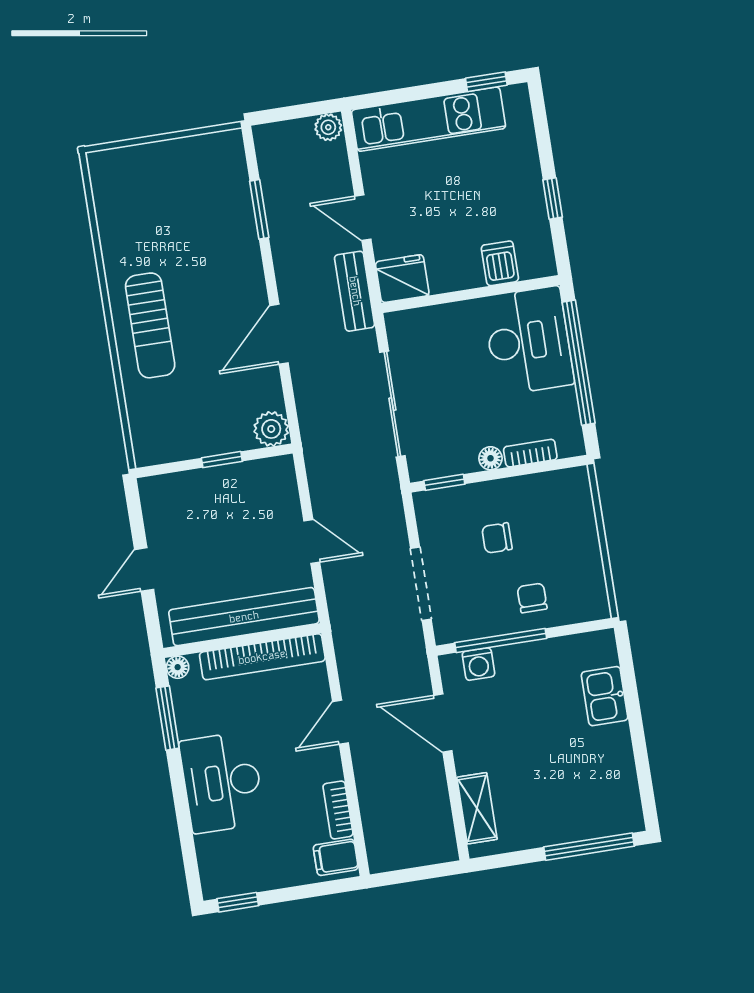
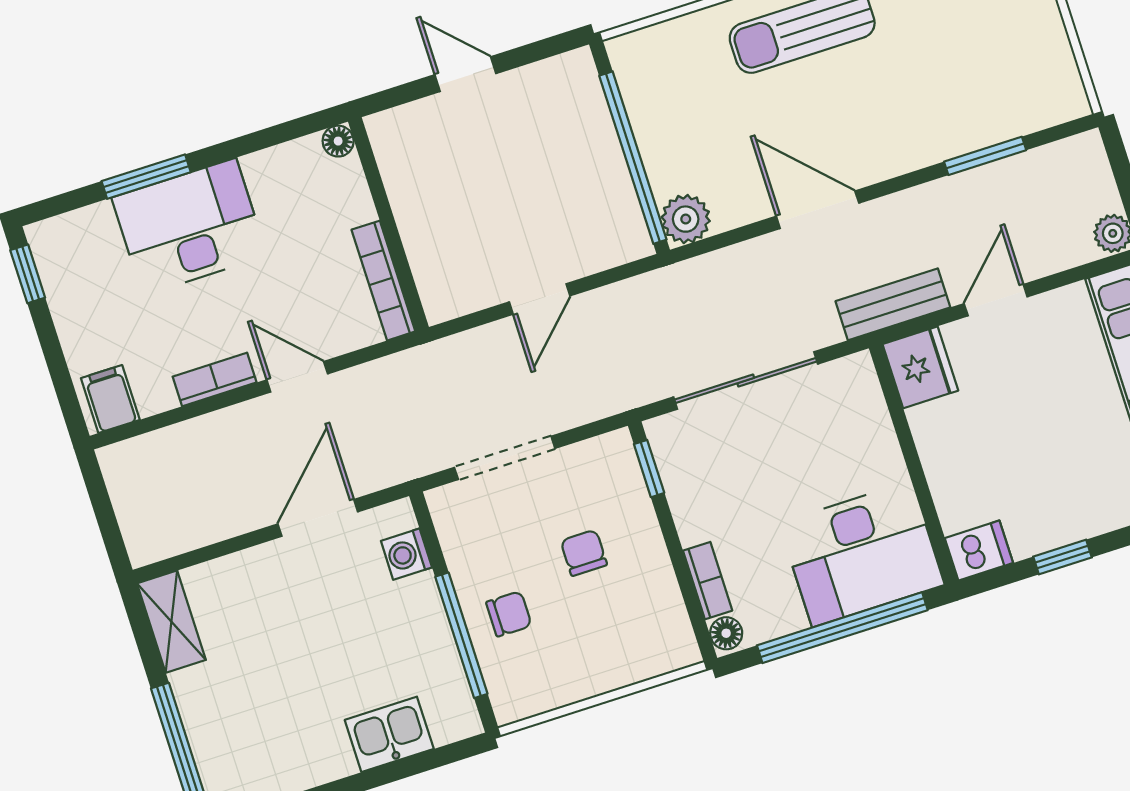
dishwasher: (500, 263) -> (979, 551), moved
floor lamp: (490, 458) -> (726, 633), moved
window: (222, 460) -> (633, 158), width x3.17
bench: (244, 617) -> (422, 222), removed
window: (501, 641) -> (461, 635), moved
bookcase: (262, 657) -> (383, 281), width x0.68, depth x0.76
window: (168, 718) -> (146, 177), moved
shelving: (477, 808) -> (171, 622), moved, turned 90
bookcase: (338, 810) -> (215, 379), moved

